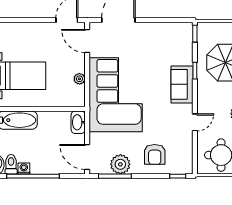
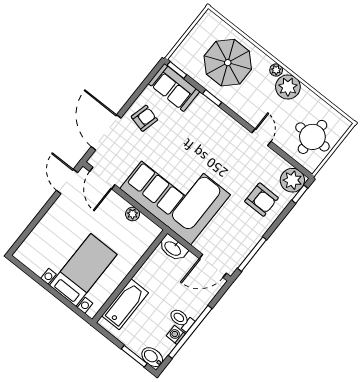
armchair: (147, 37) -> (144, 118), added
door: (87, 41) -> (102, 178), hinge flipped
sofa: (182, 84) -> (174, 88), moved
toilet: (11, 164) -> (181, 319), moved
plant: (120, 164) -> (292, 180), moved

